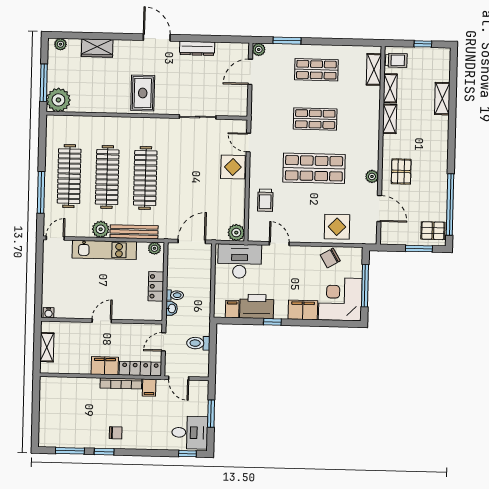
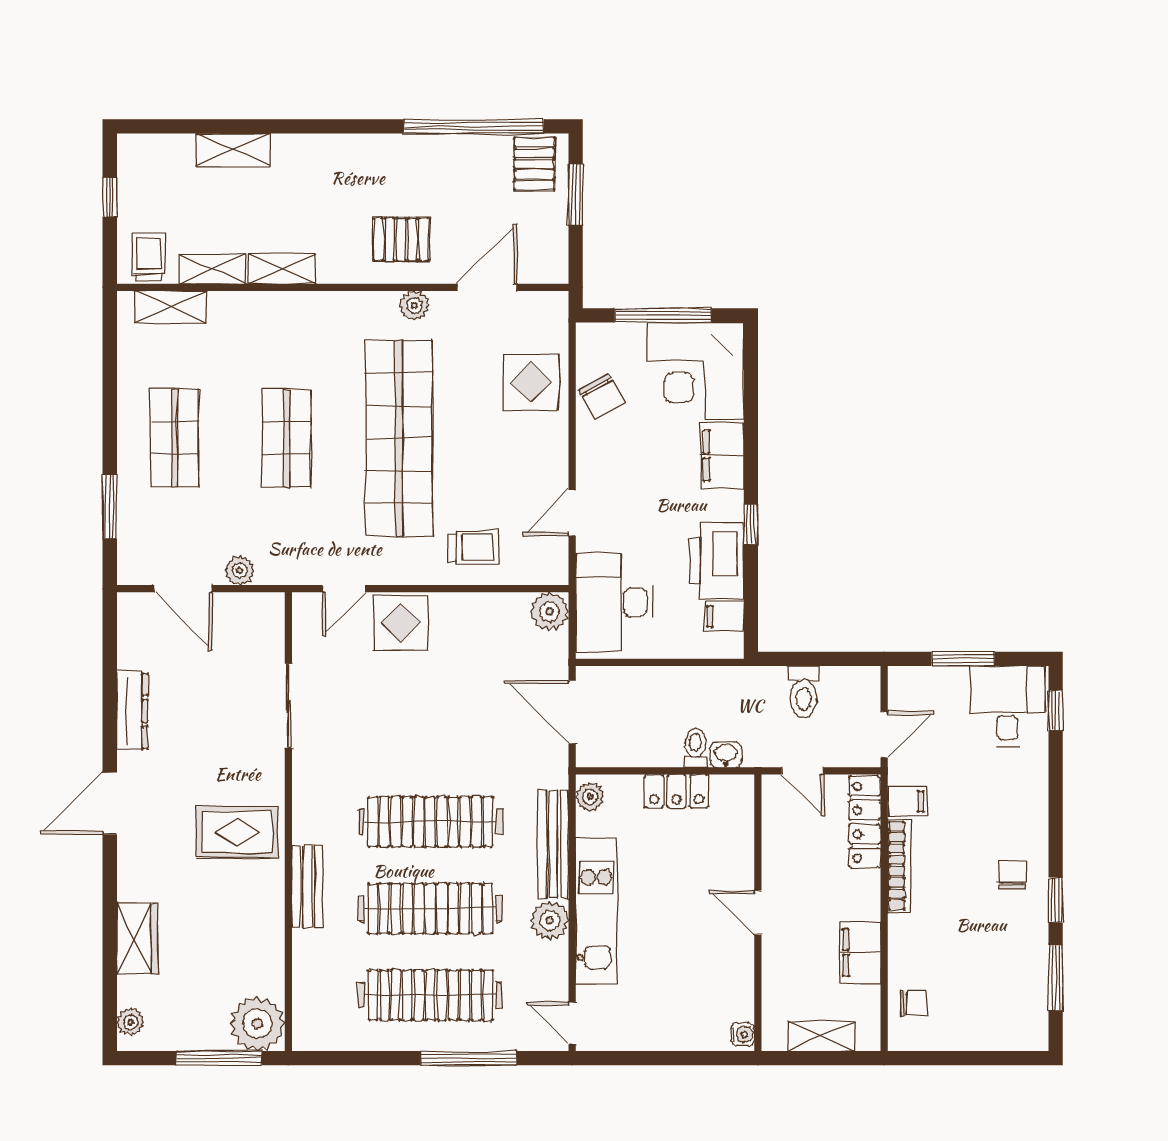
plant: (259, 49) -> (240, 571), moved
bench: (118, 123) -> (308, 886), added
shop shelf: (314, 168) -> (399, 438), width x1.40
filing cabinet: (105, 366) -> (860, 952), moved
chair: (60, 388) -> (914, 1003), added

